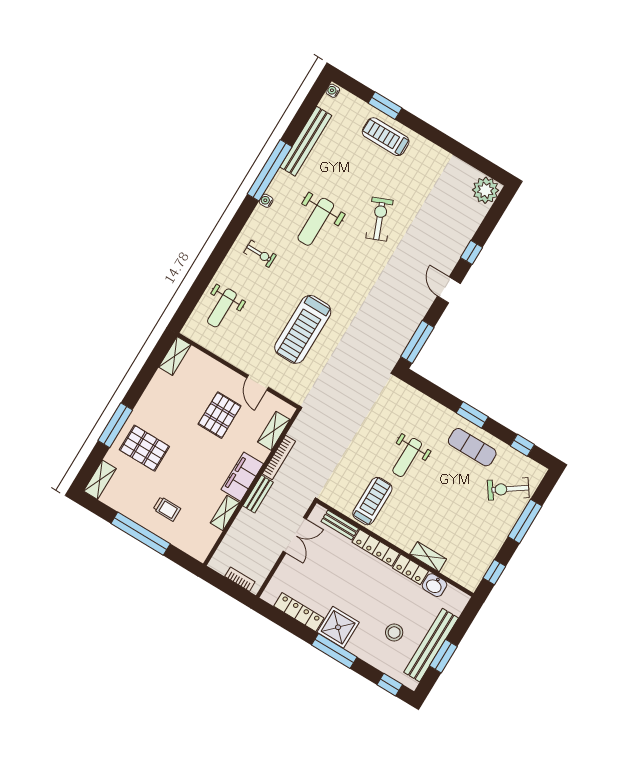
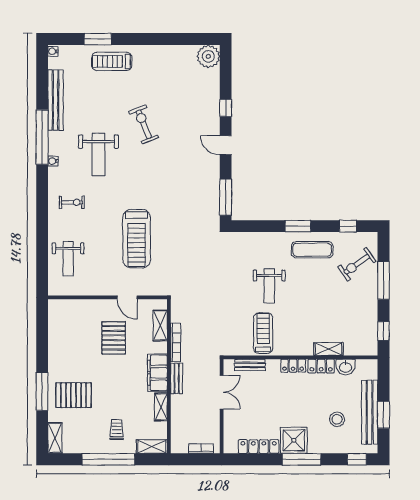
shelving: (175, 356) -> (152, 447), moved, turned 90
trolley: (167, 509) -> (117, 430), turned -90
locker: (376, 548) -> (293, 366), width x0.66

